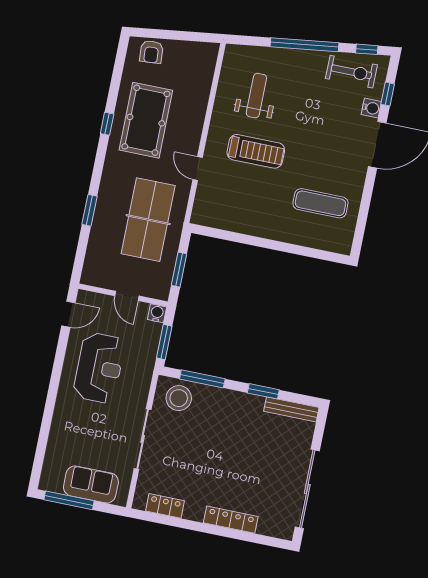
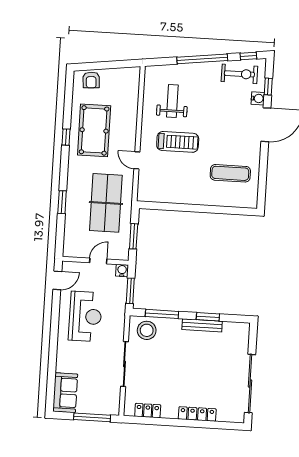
door: (127, 296) -> (98, 261), swing flipped
bench: (291, 409) -> (202, 325), moved
sofa: (91, 484) -> (65, 393), moved, turned 90
window: (69, 500) -> (92, 417), moved

